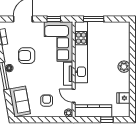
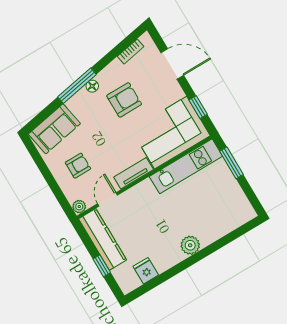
kitchen unit: (81, 52) -> (186, 166), width x0.73
armchair: (27, 56) -> (124, 100), turned 90

